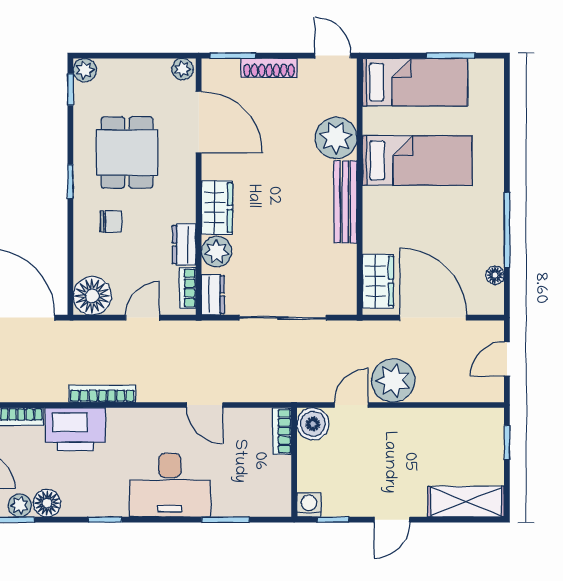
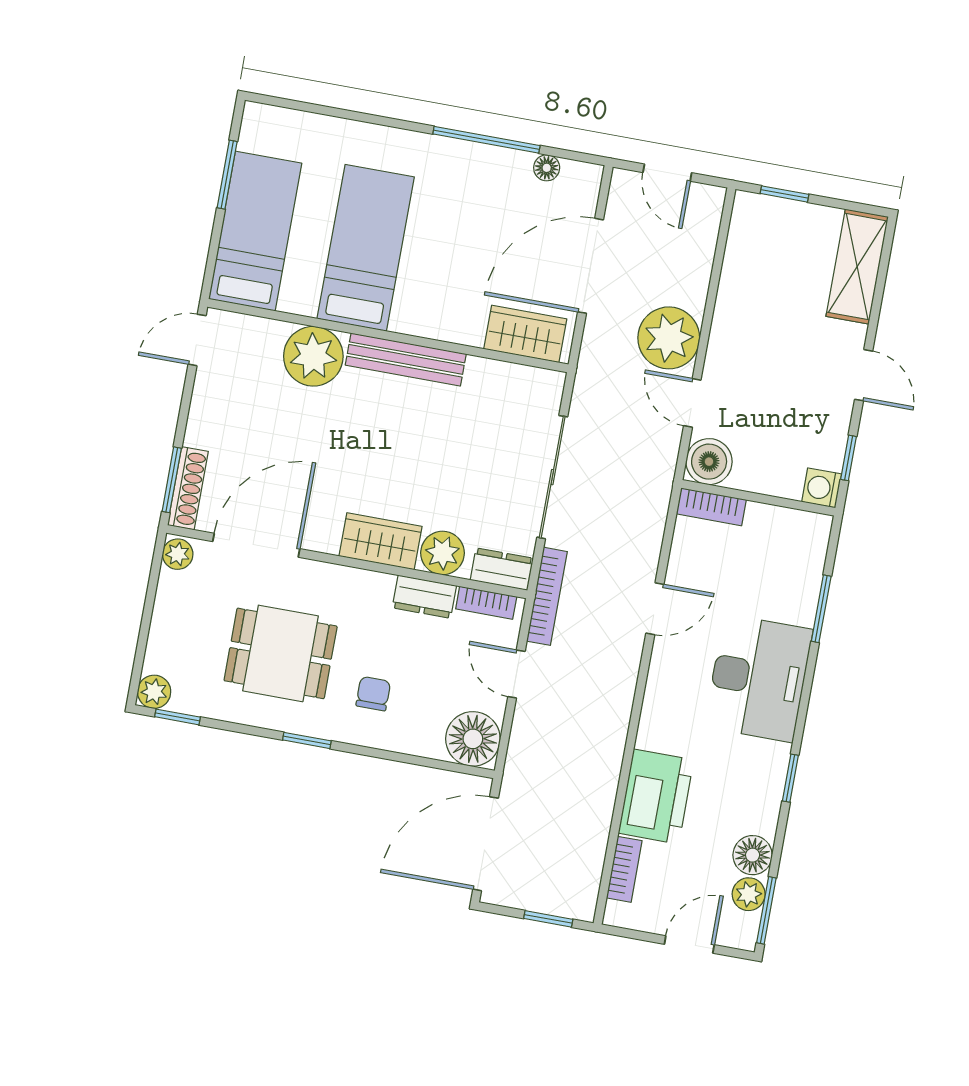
shoe rack: (269, 68) -> (188, 488), moved
bookcase: (102, 394) -> (547, 596), moved, turned 180

